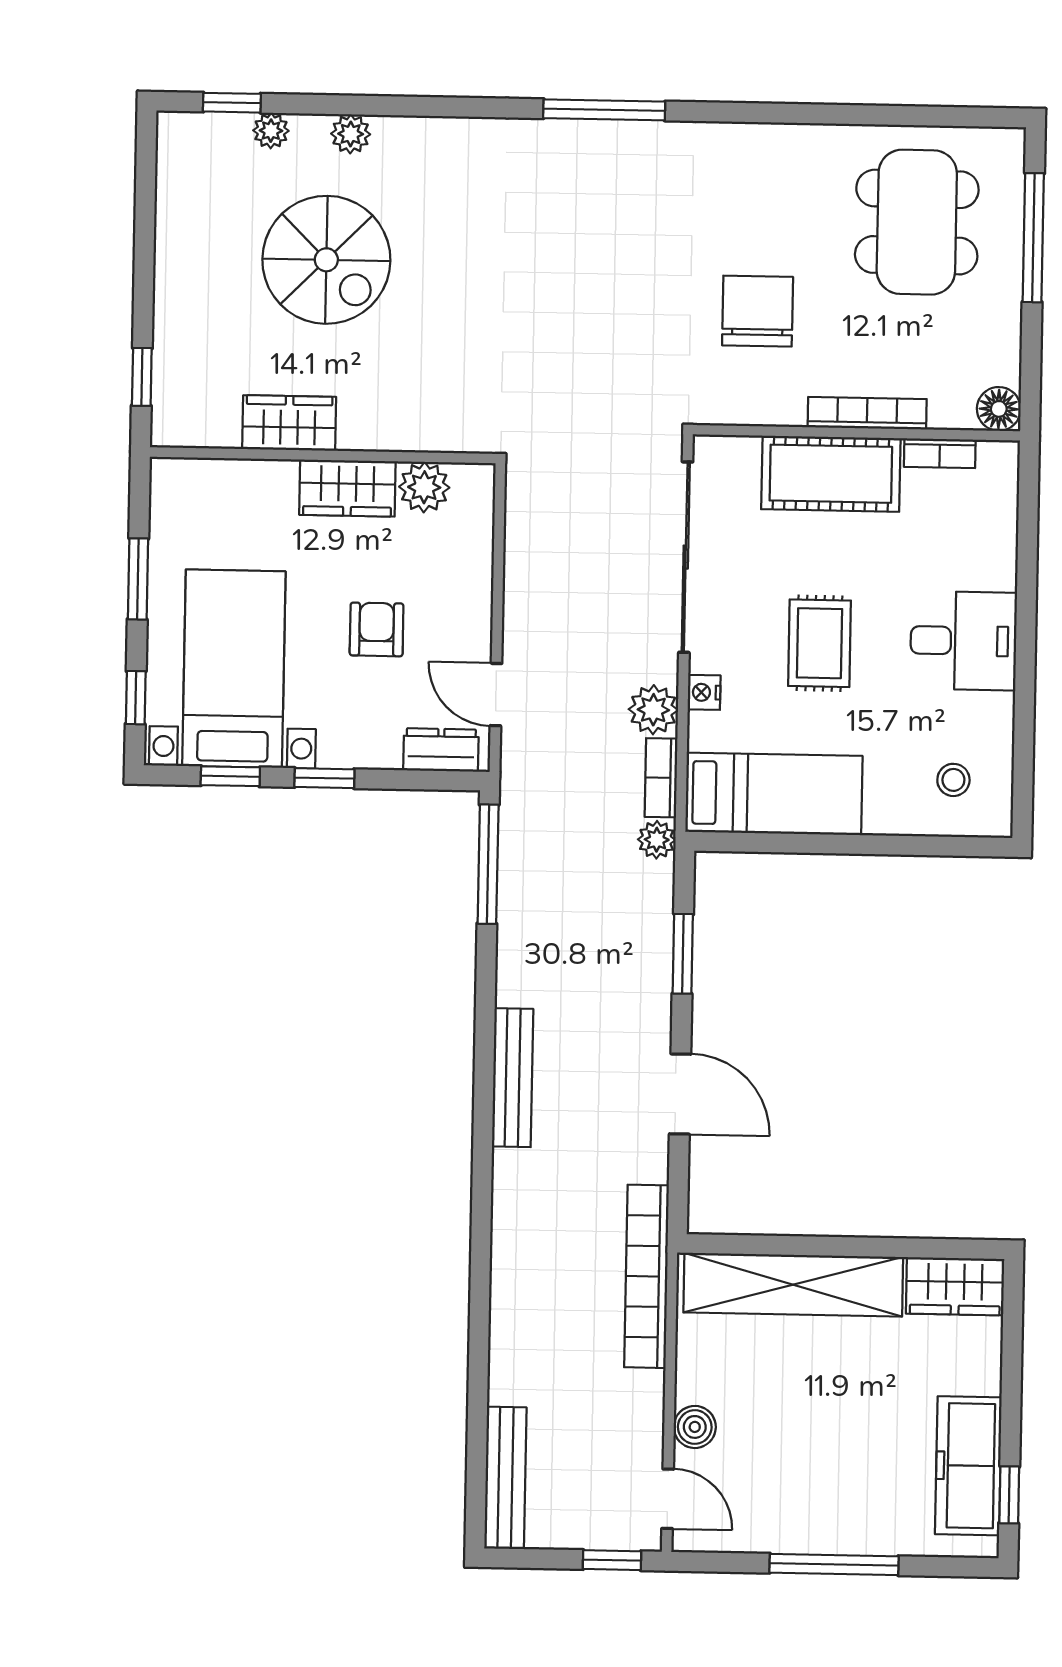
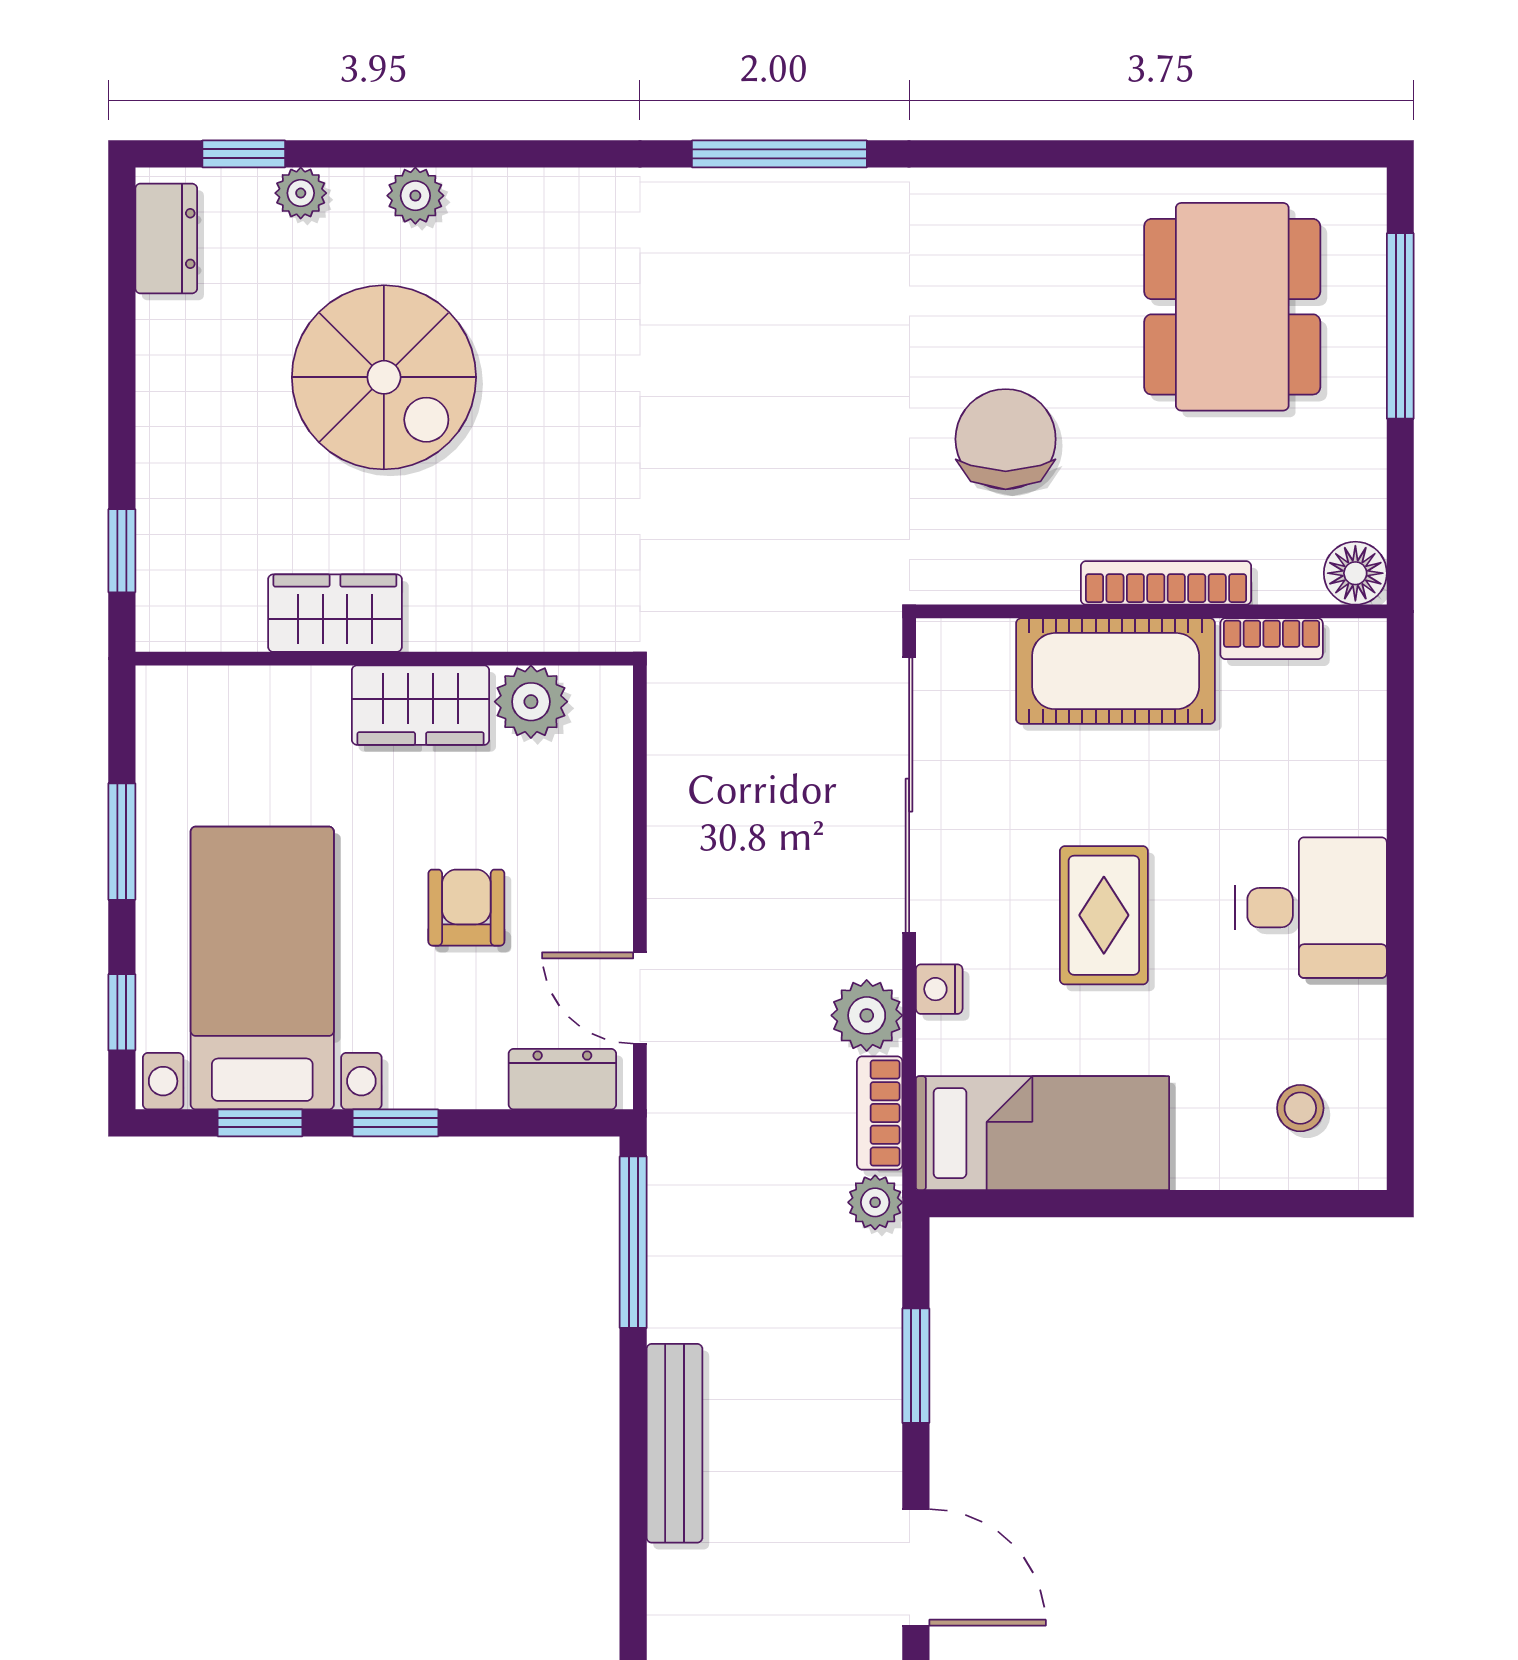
dresser: (177, 160) -> (166, 239), added
bench: (513, 1078) -> (674, 1443), moved

